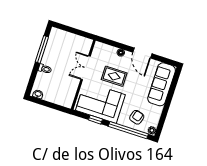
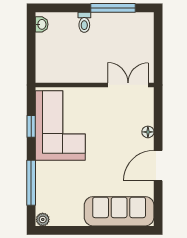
double door: (86, 68) -> (128, 85), moved
rug: (114, 76) -> (108, 134), removed
armchair: (137, 117) -> (55, 189), removed
window: (128, 130) -> (31, 183), width x0.68

